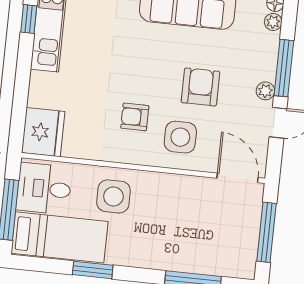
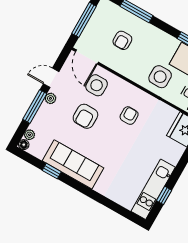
armchair: (135, 117) -> (129, 116), turned -90
side table: (180, 137) -> (97, 85), moved
armchair: (195, 227) -> (122, 40), added

